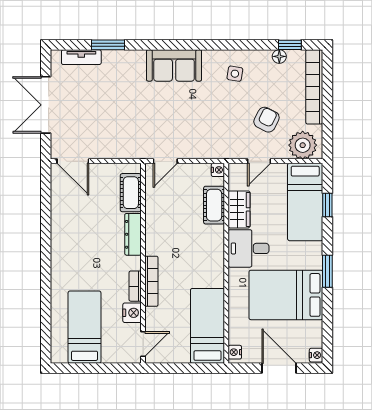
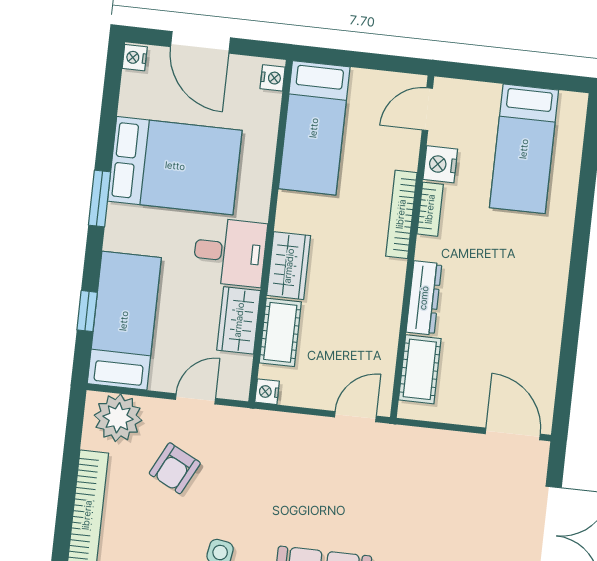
wardrobe: (214, 244) -> (289, 266), added

